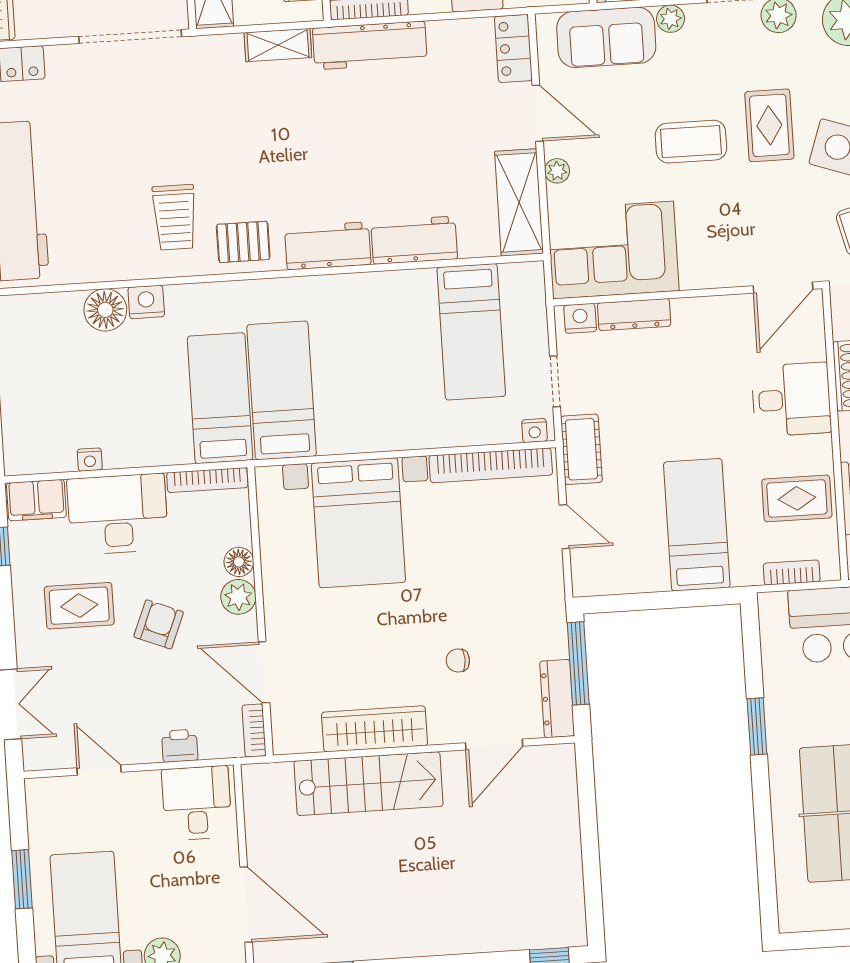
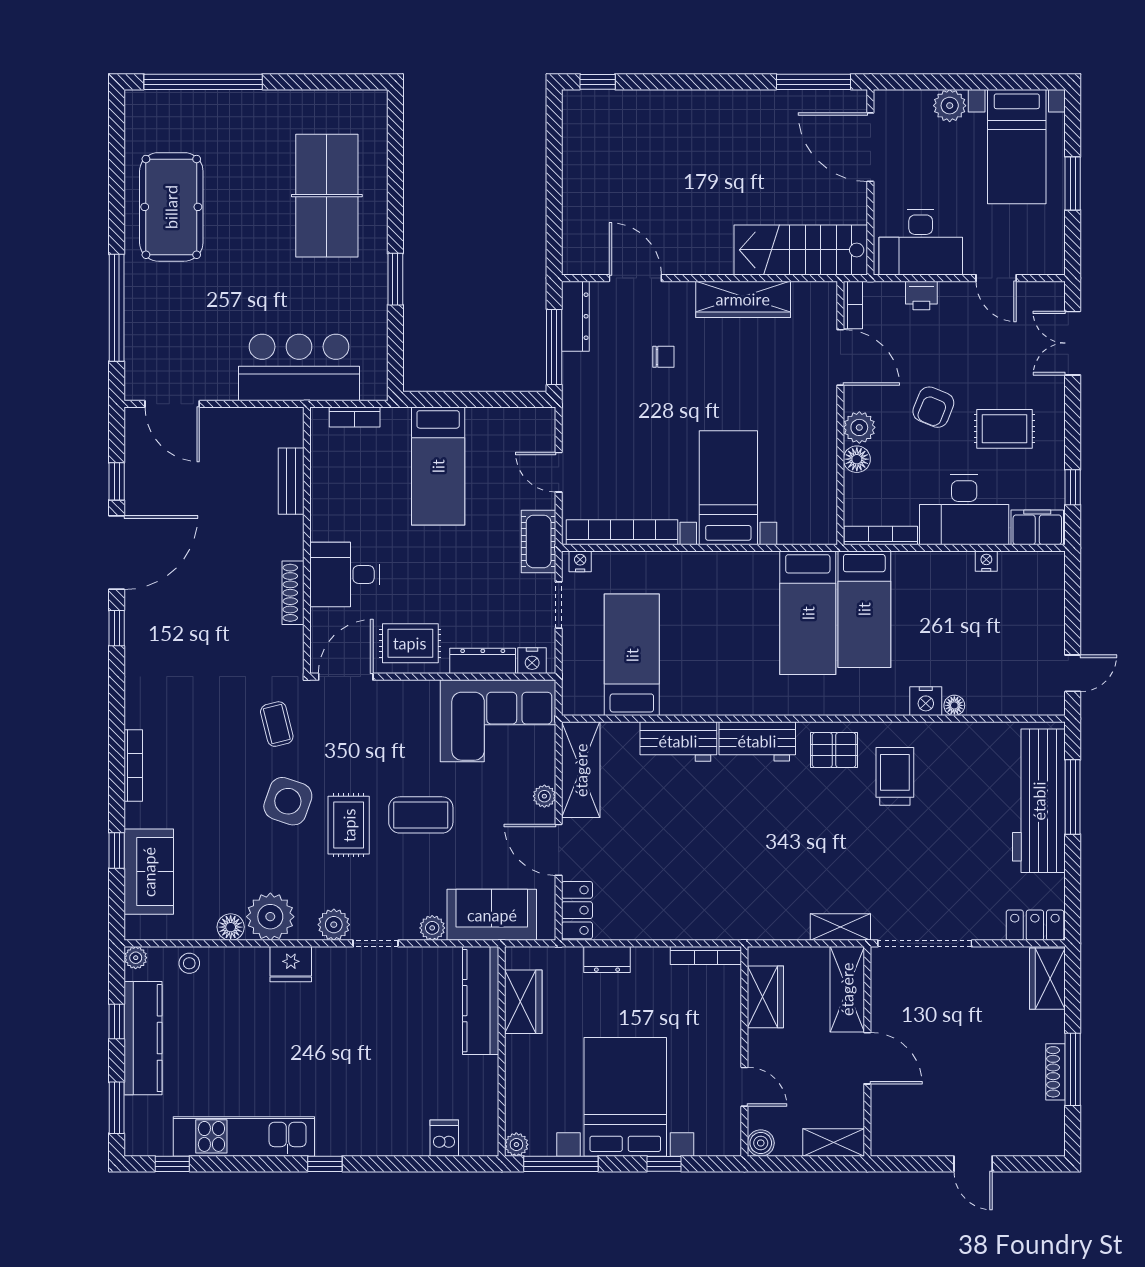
shelving: (278, 45) -> (840, 927), moved
workbench: (370, 45) -> (707, 921), removed
floor lamp: (105, 310) -> (954, 705), width x0.53, depth x0.53
rug: (797, 498) -> (410, 643), moved
bed with nightstands: (358, 523) -> (728, 488), width x0.73
door: (494, 745) -> (635, 278), hinge flipped
stairs: (368, 784) -> (801, 250), moved
desk: (197, 803) -> (921, 242), width x1.37

